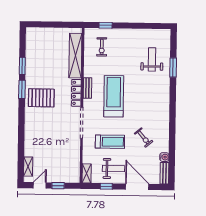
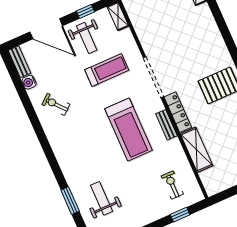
shelving: (75, 56) -> (197, 150), width x0.68
weight bench: (152, 59) -> (102, 198), turned 180
exercise bike: (144, 137) -> (56, 104), moved
treadmill: (110, 142) -> (107, 70), turned 180
weight bench: (114, 169) -> (87, 38), turned -90

